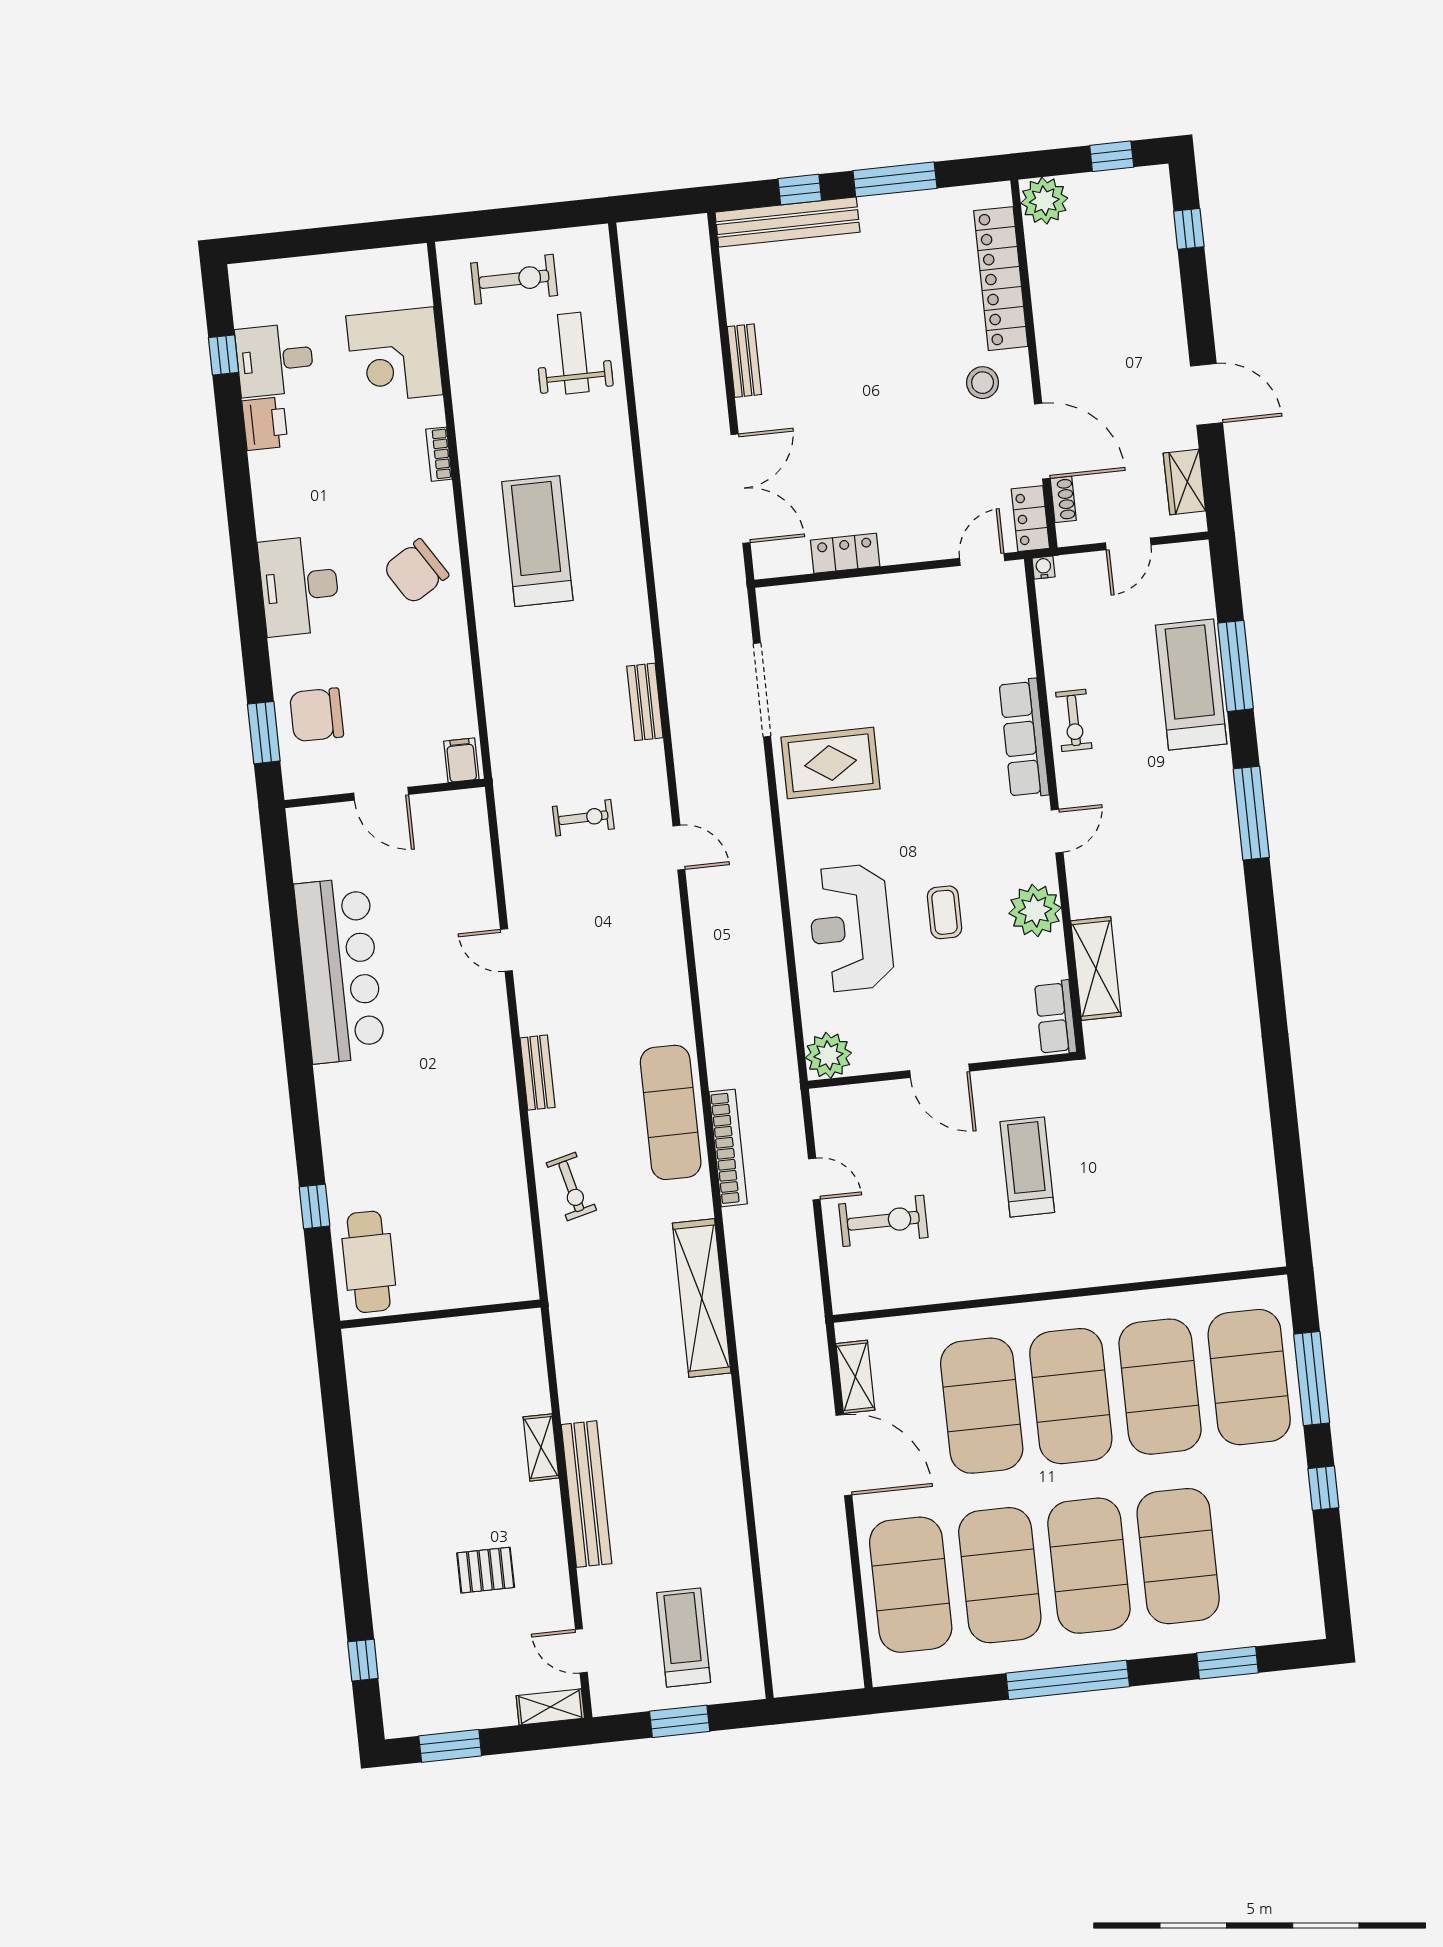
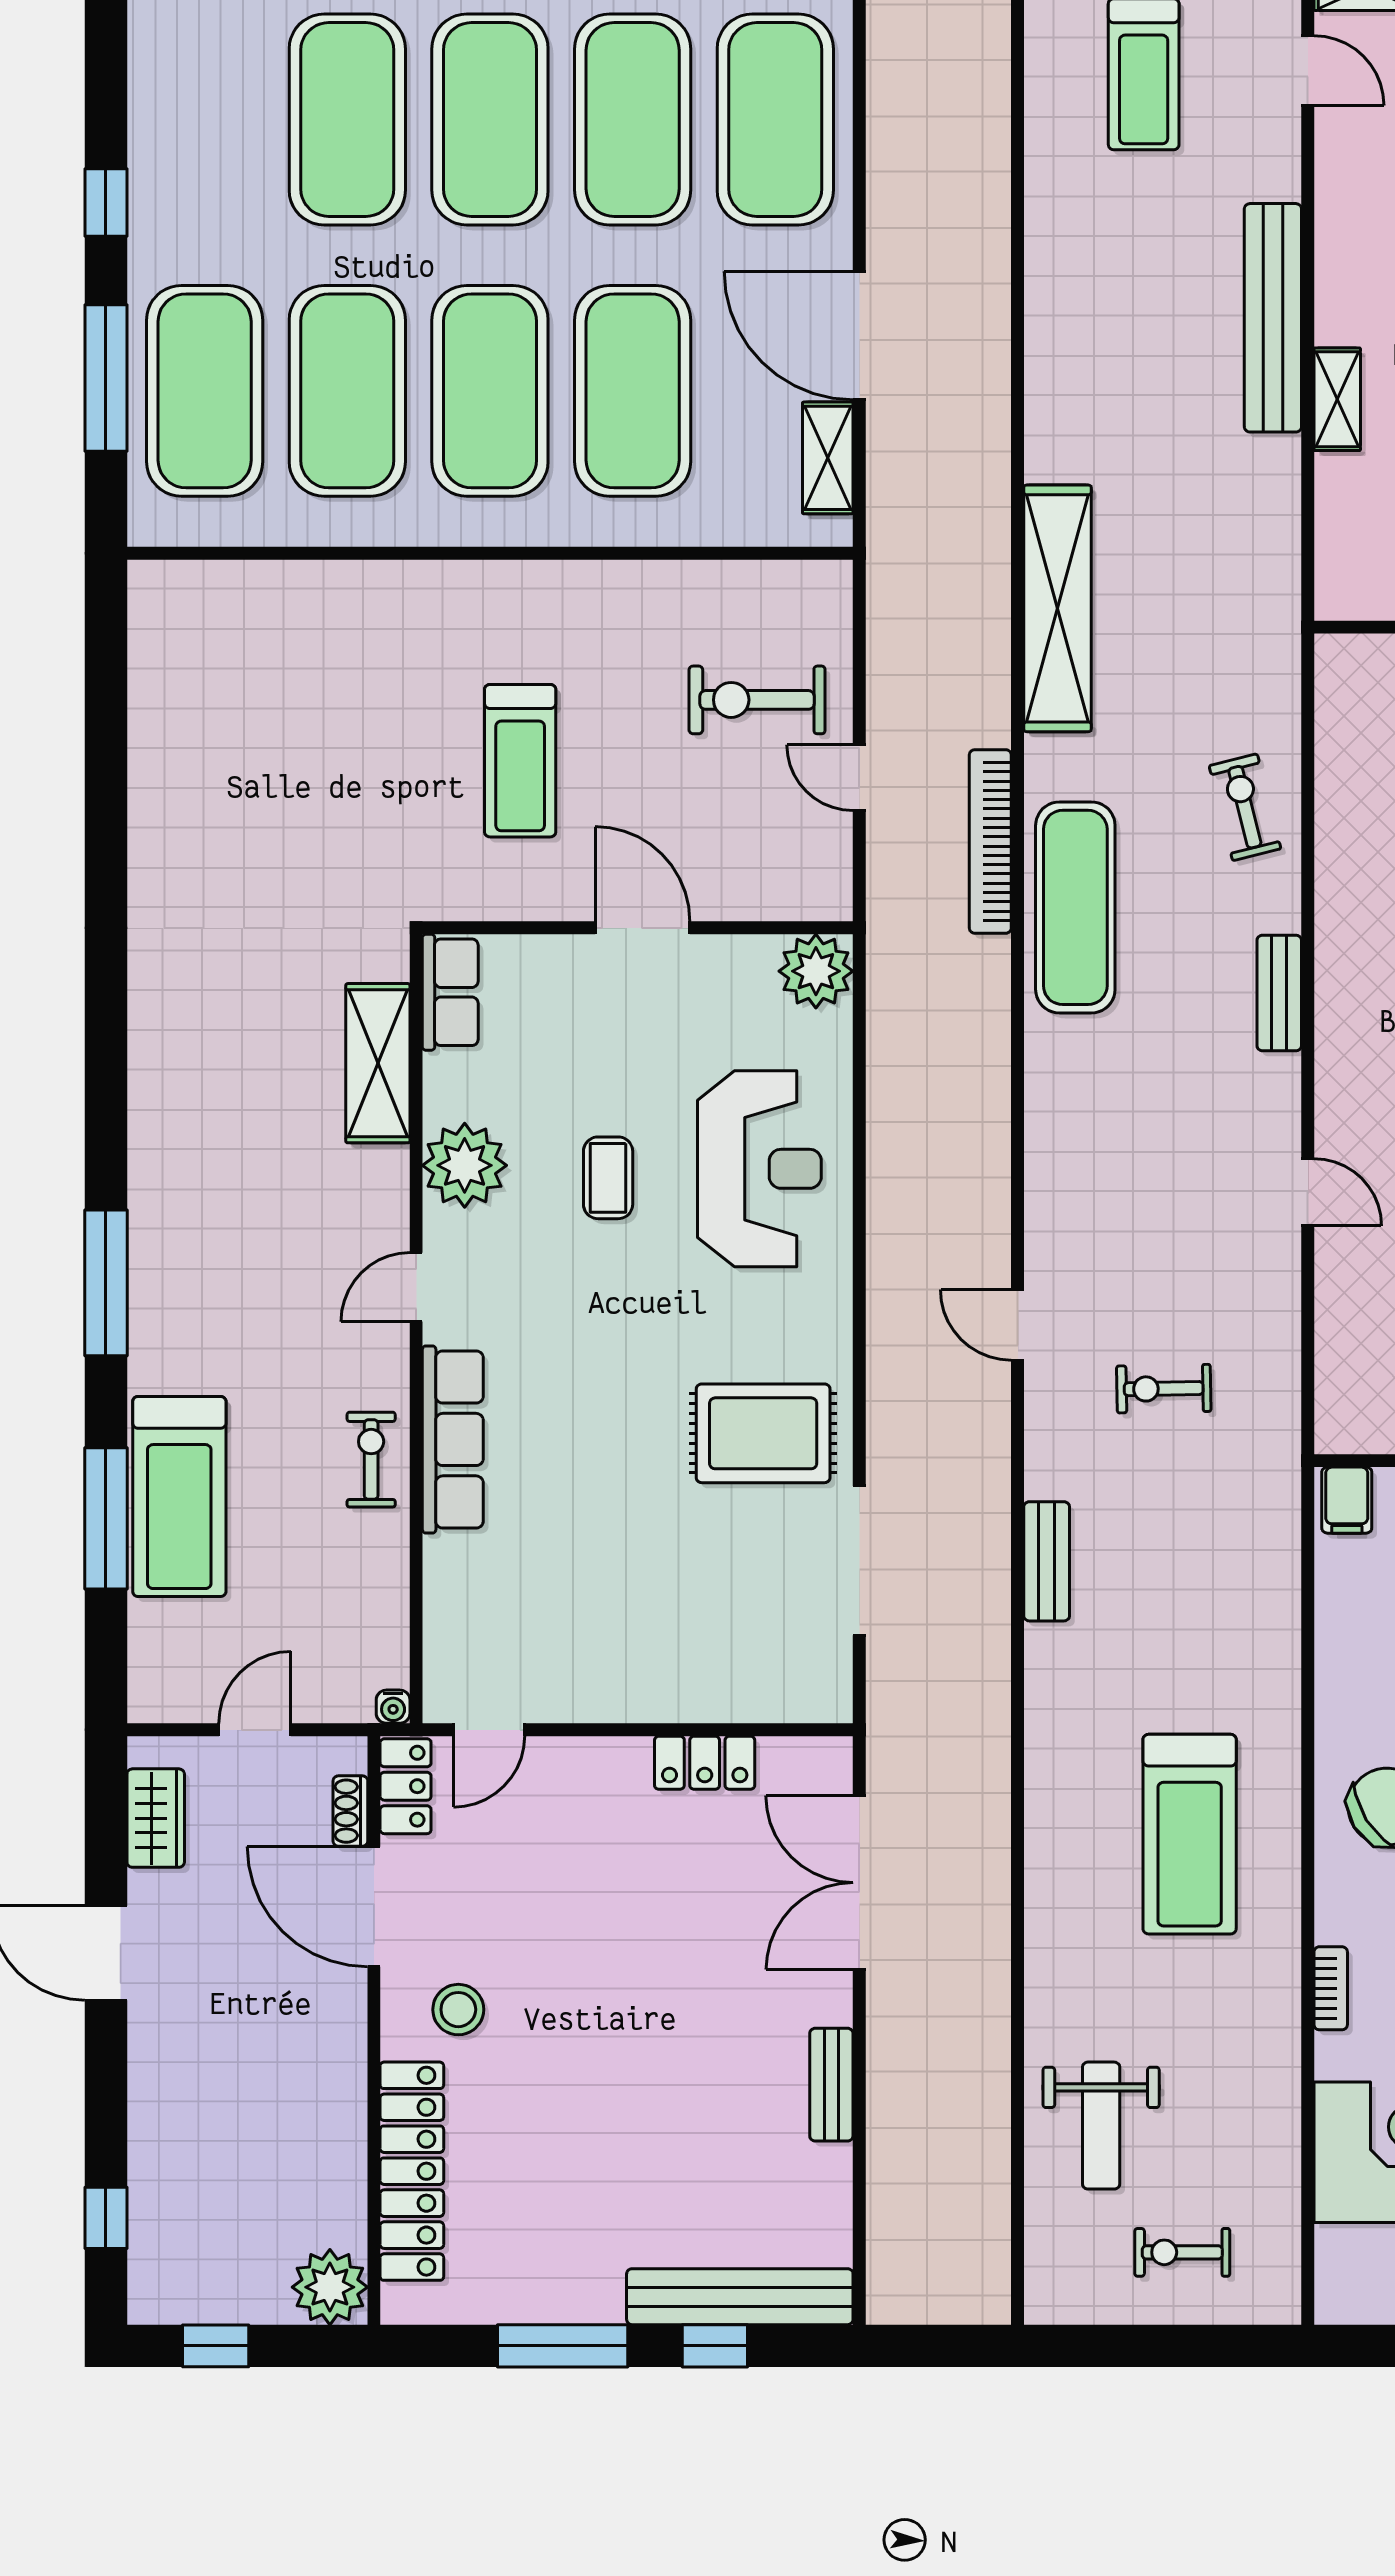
exercise bike: (514, 279) -> (1182, 2252), width x0.73, depth x0.72

